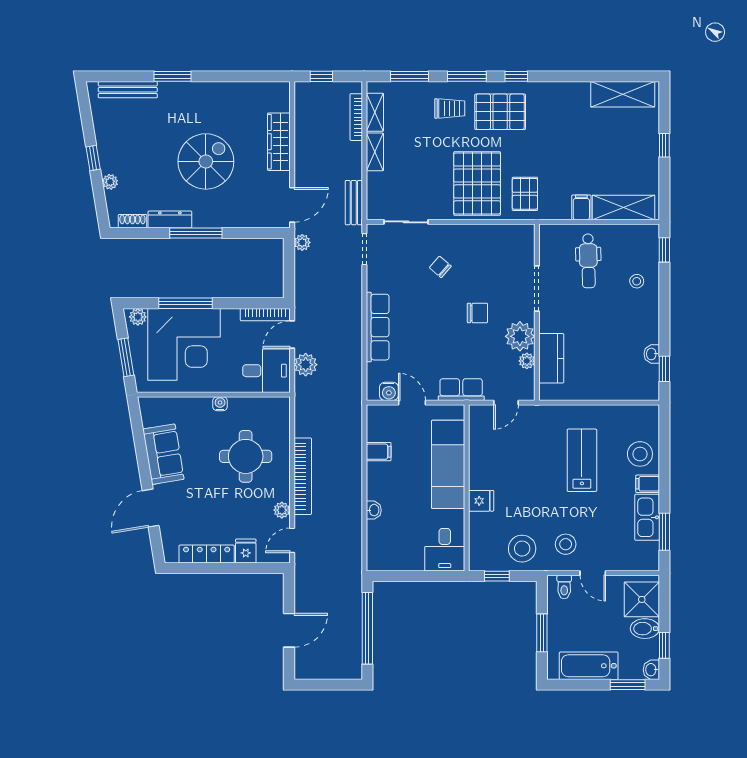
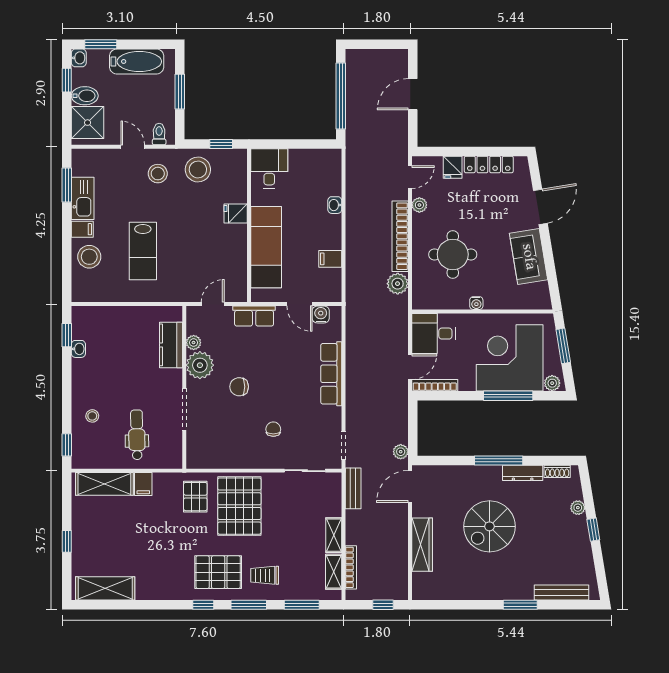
chair: (440, 267) -> (273, 429), turned -131
plant: (306, 365) -> (398, 284), moved

